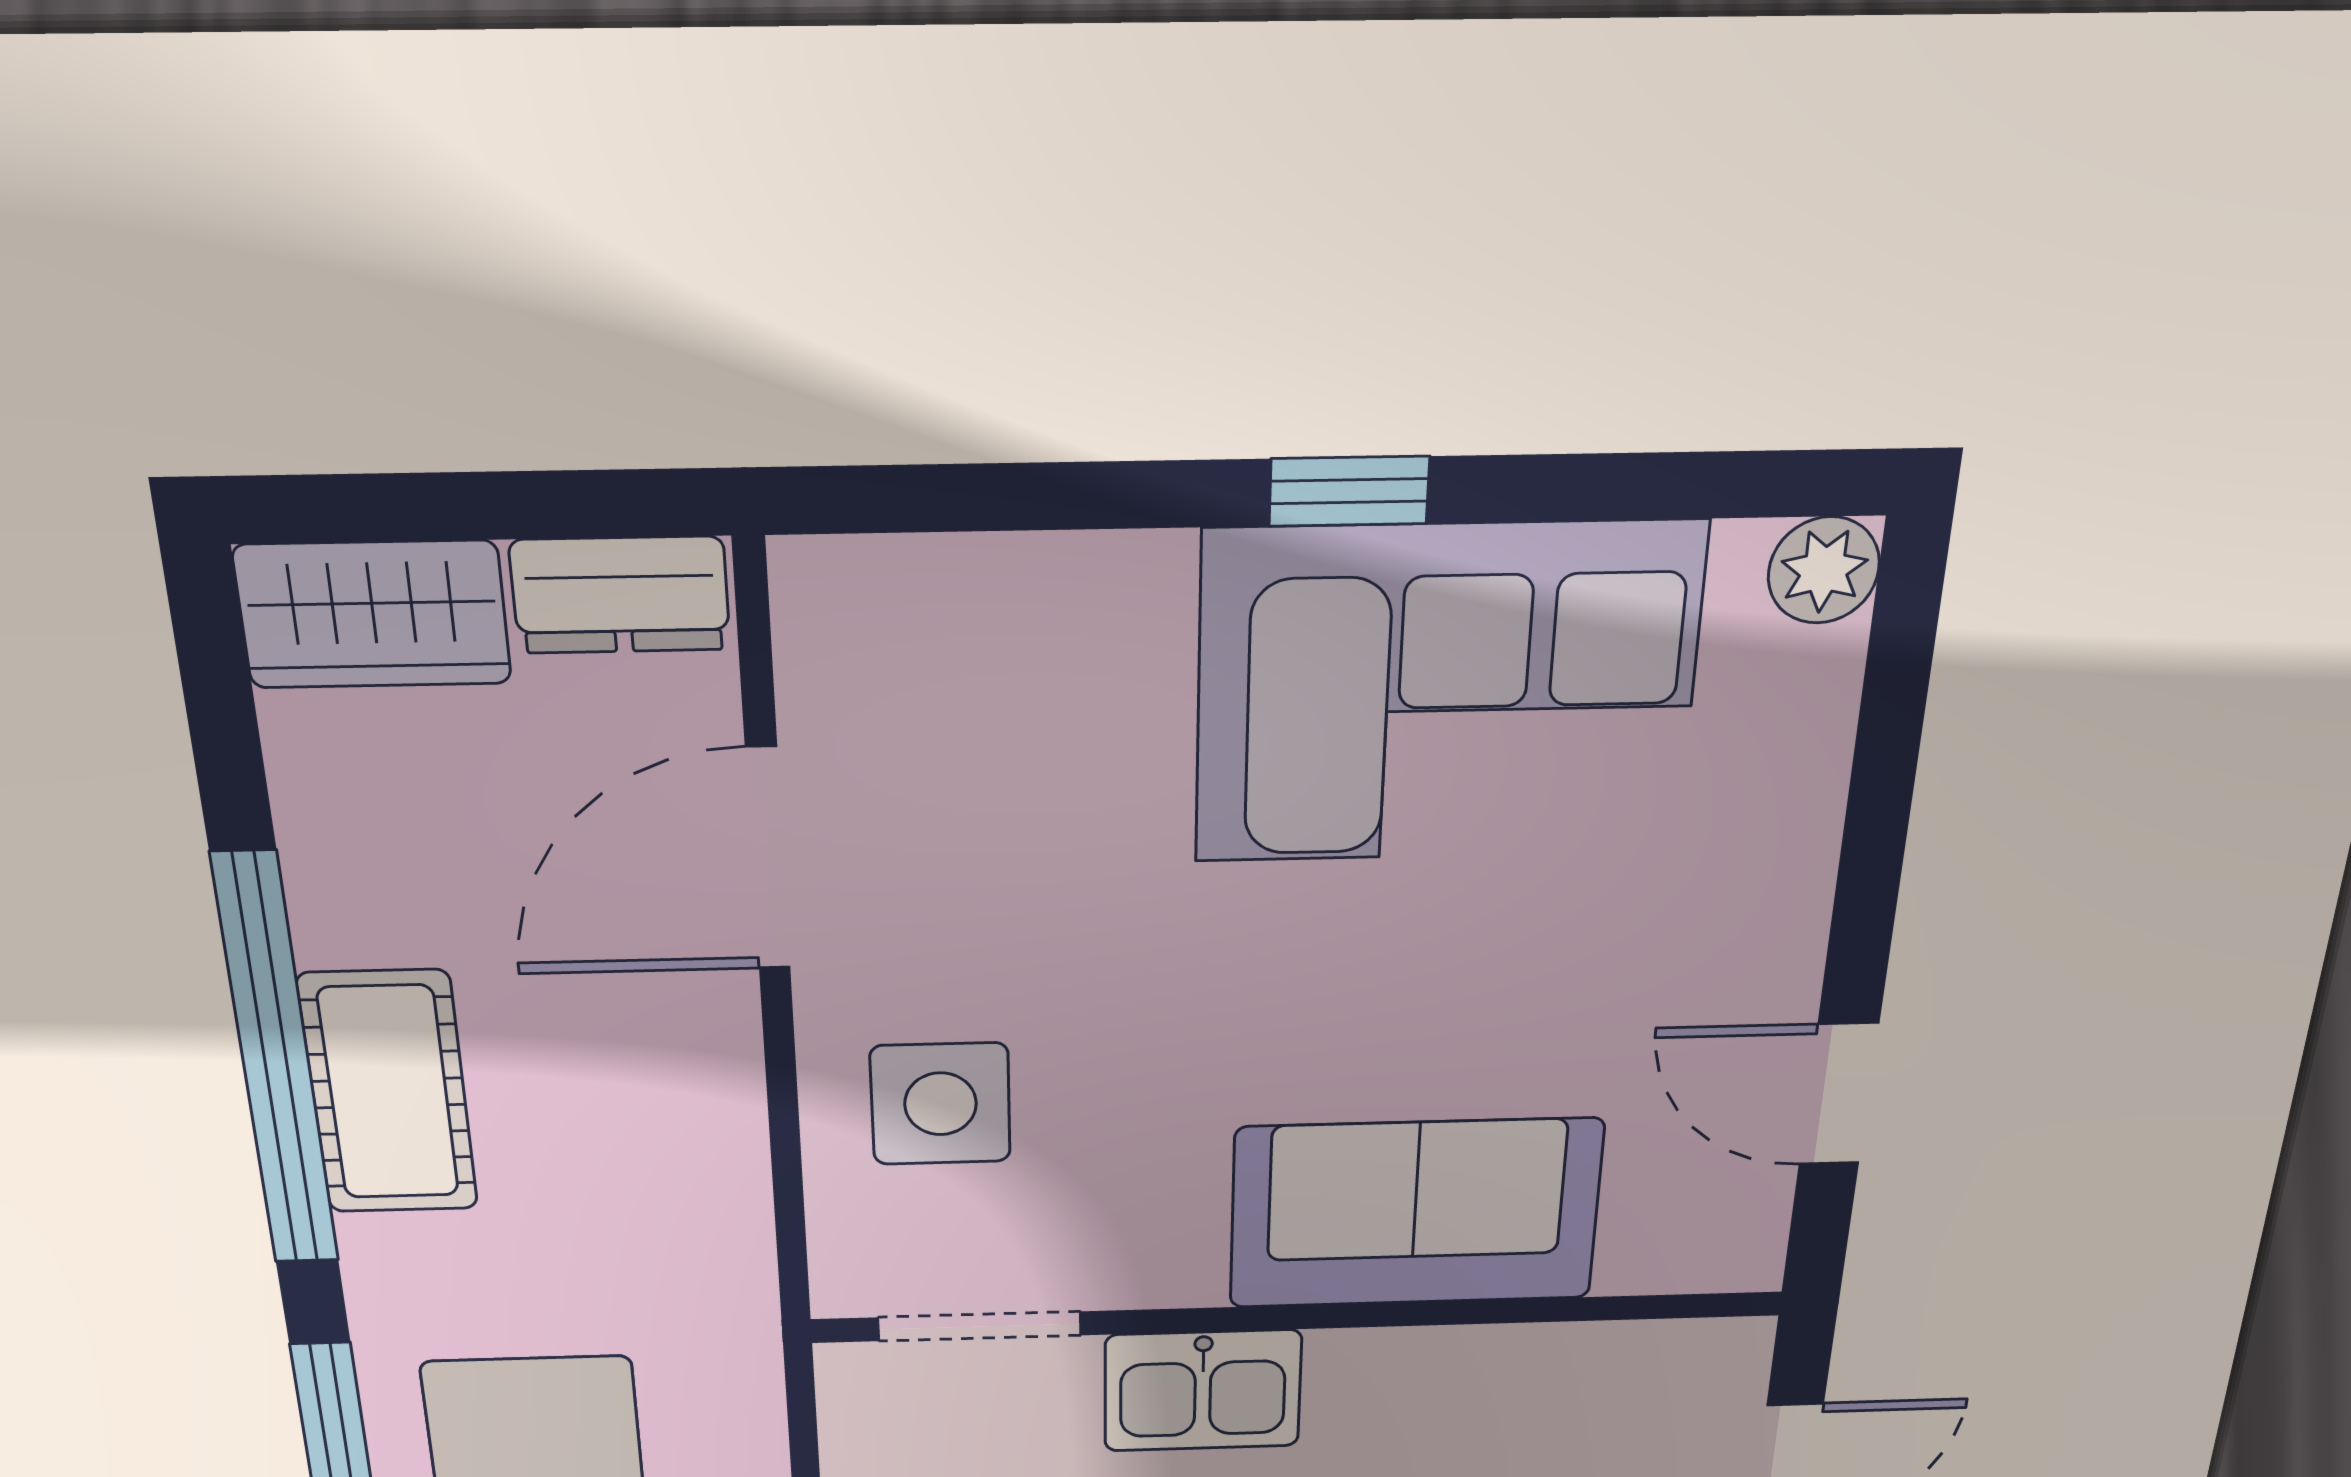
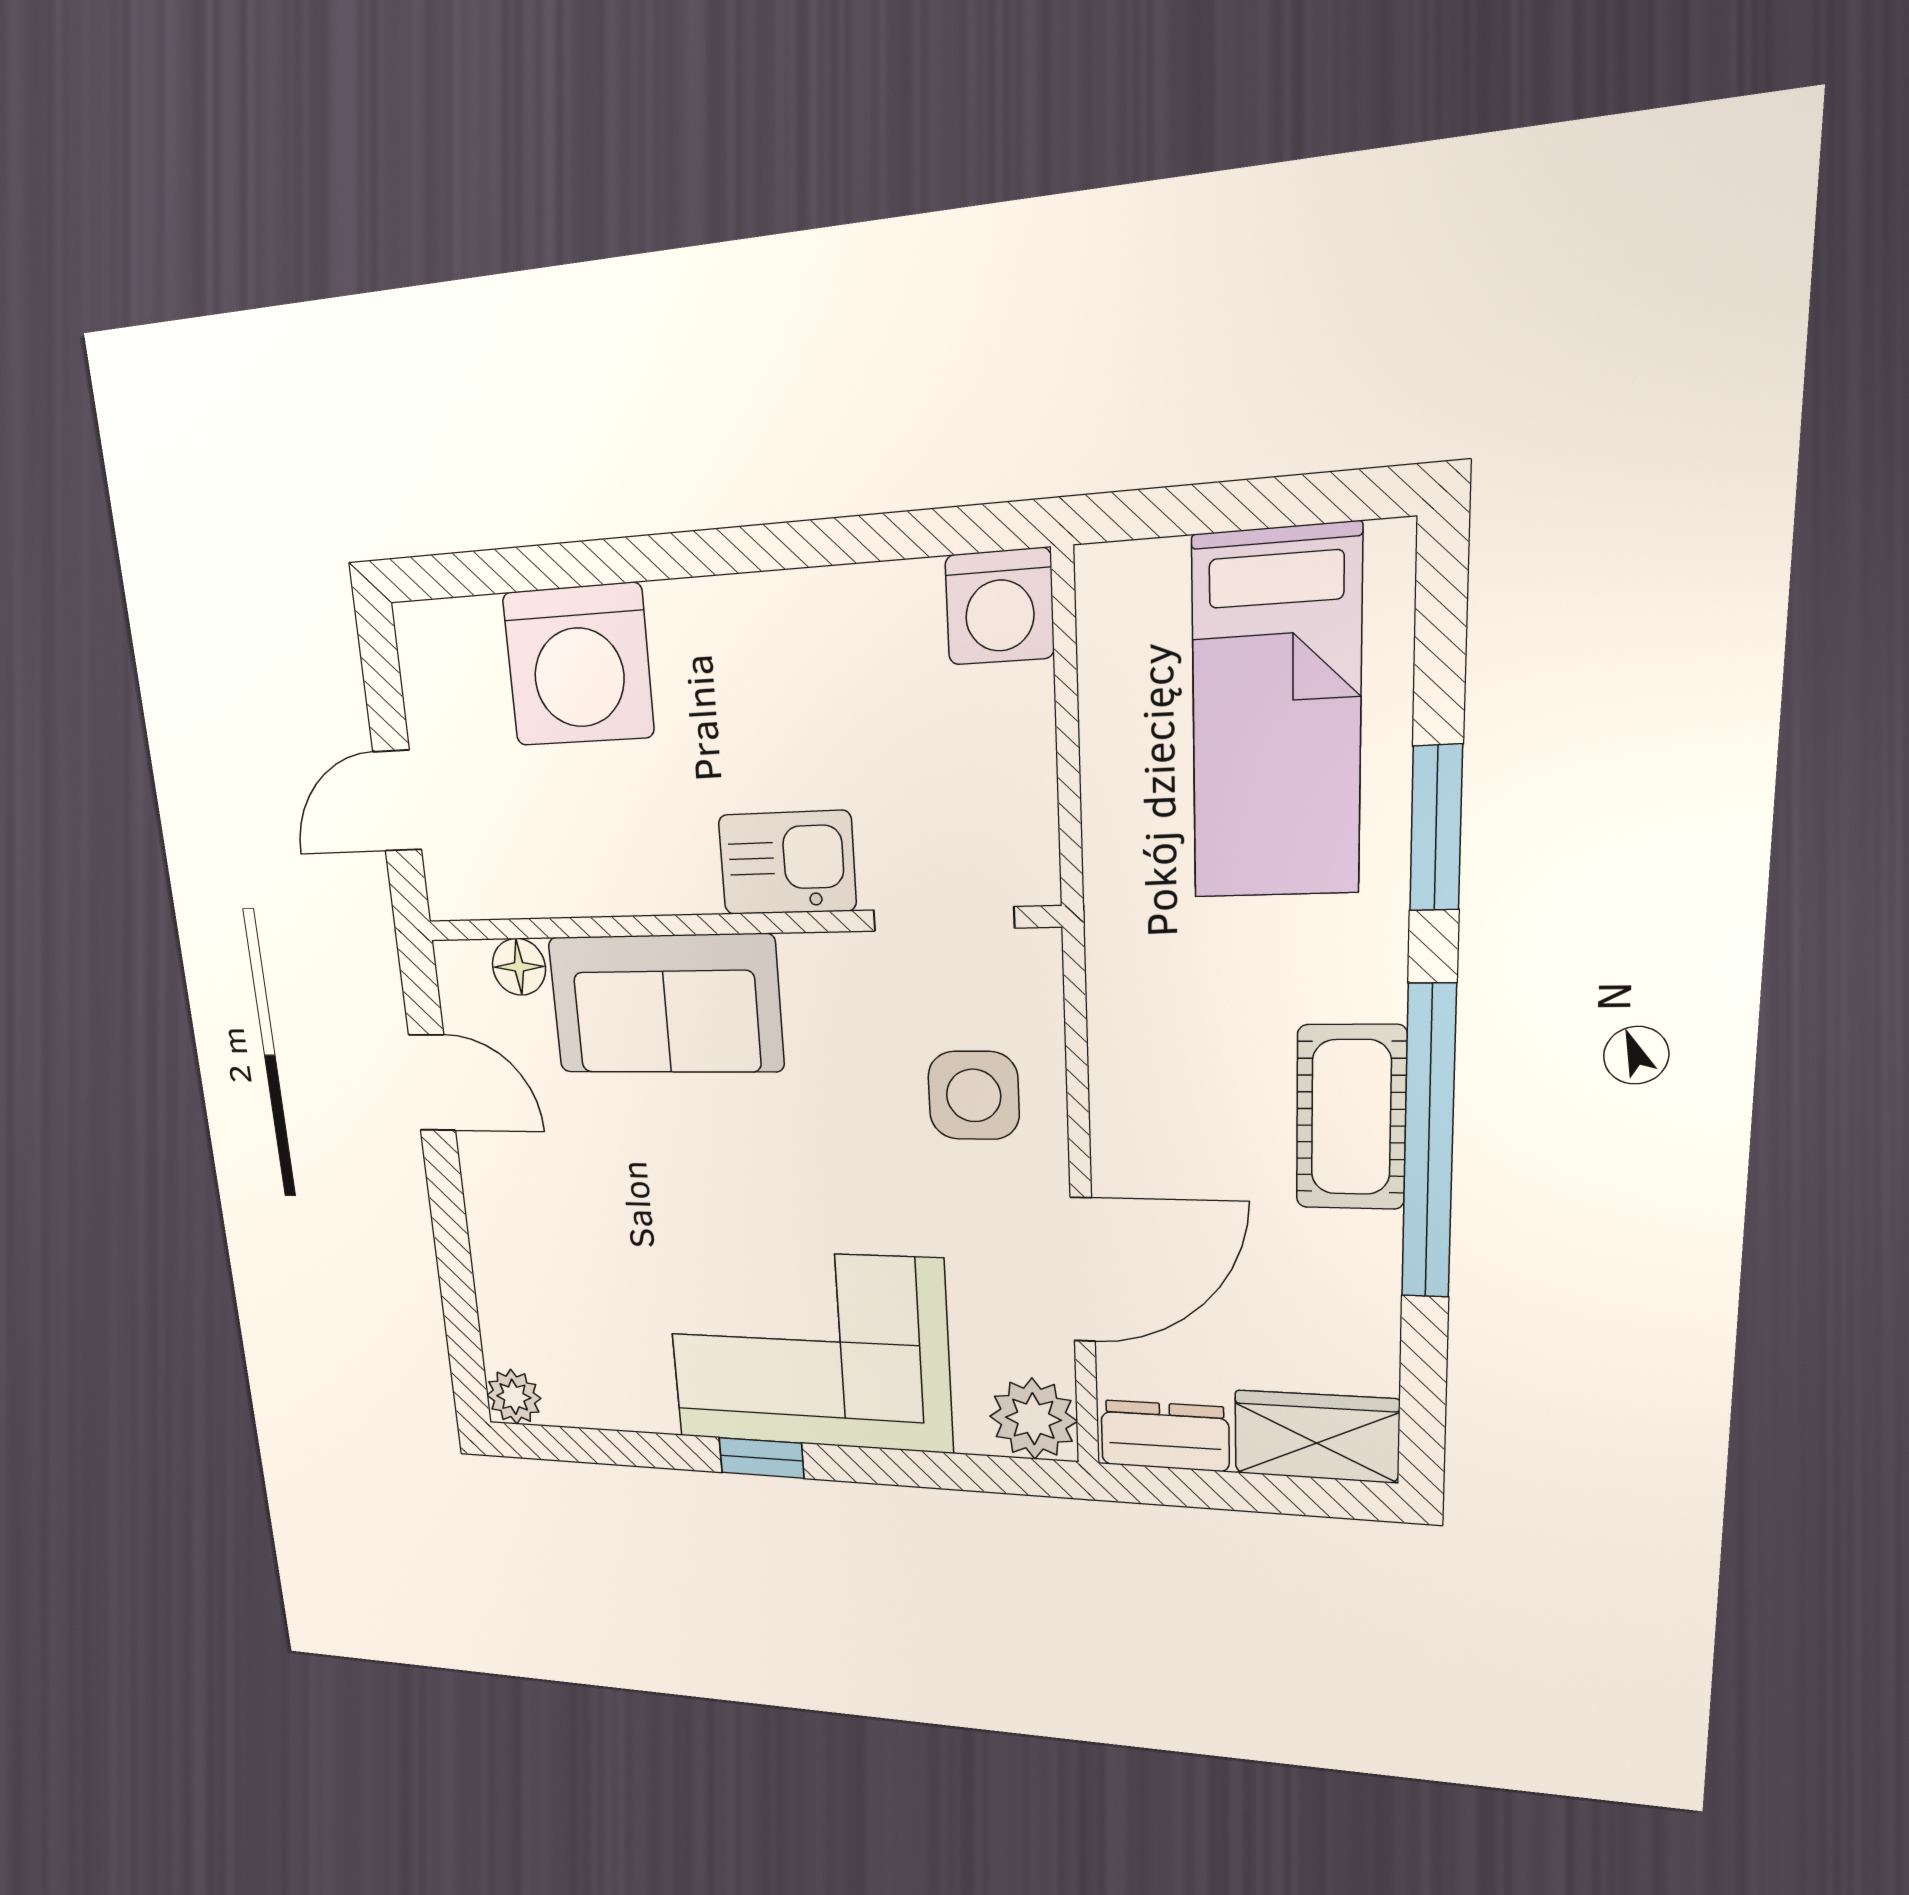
plant: (845, 607) -> (1033, 1419), added
corner sofa: (1446, 694) -> (808, 1350), moved
floor lamp: (1645, 1259) -> (519, 967), added

